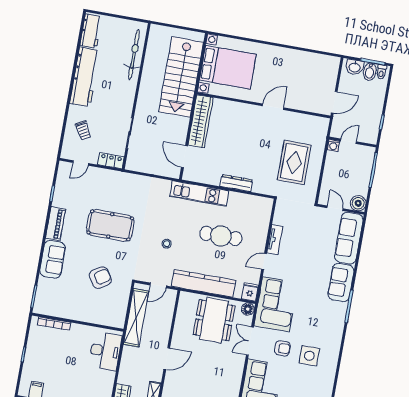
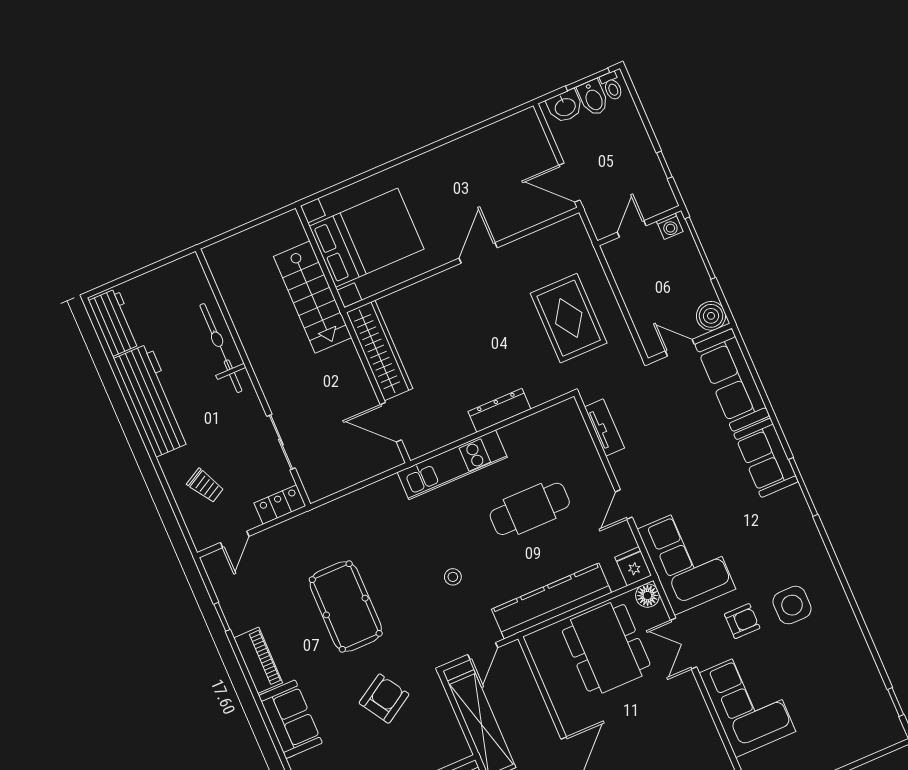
bicycle: (134, 54) -> (221, 348), moved
stairs: (181, 77) -> (313, 297), width x0.73, depth x0.66
door: (334, 102) -> (569, 183), swing flipped
washing machine: (333, 145) -> (670, 226), moved
pool table: (110, 225) -> (346, 606), turned 90
tv unit: (275, 240) -> (604, 428), moved

